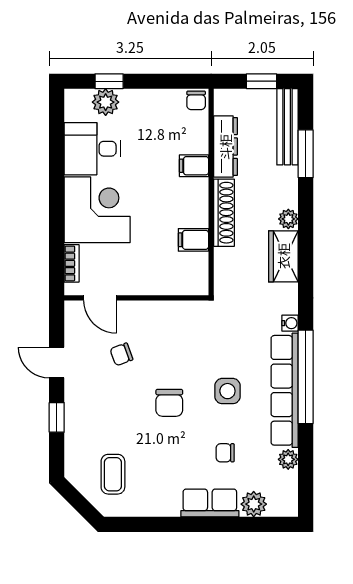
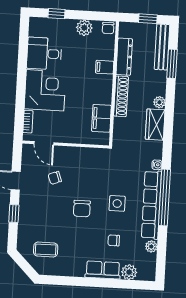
plant: (106, 102) -> (84, 28), moved
filing cabinet: (193, 240) -> (101, 118), width x2.00
coffee table: (113, 474) -> (46, 249), turned 90

